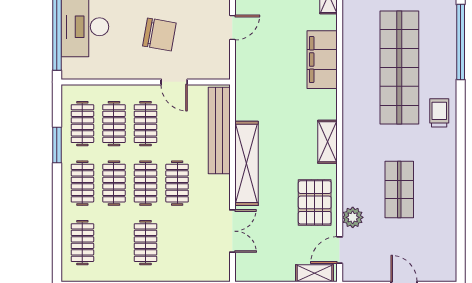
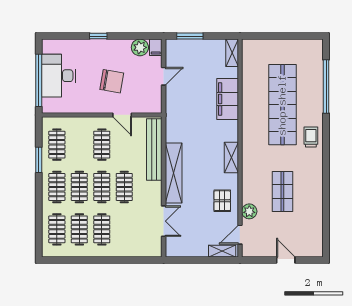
clothes rail: (114, 124) -> (79, 229), moved
pallet: (315, 202) -> (222, 201), width x0.67, depth x0.71

